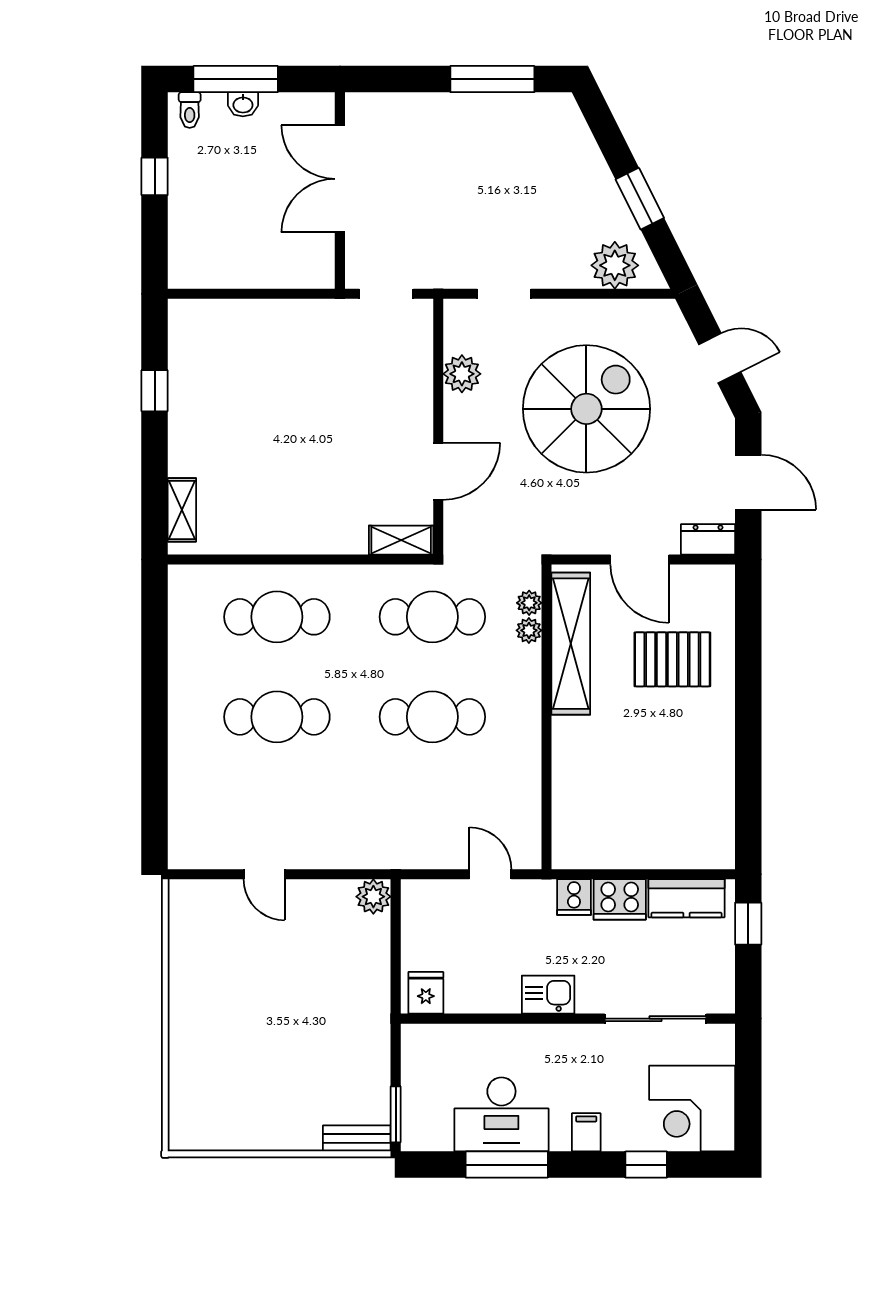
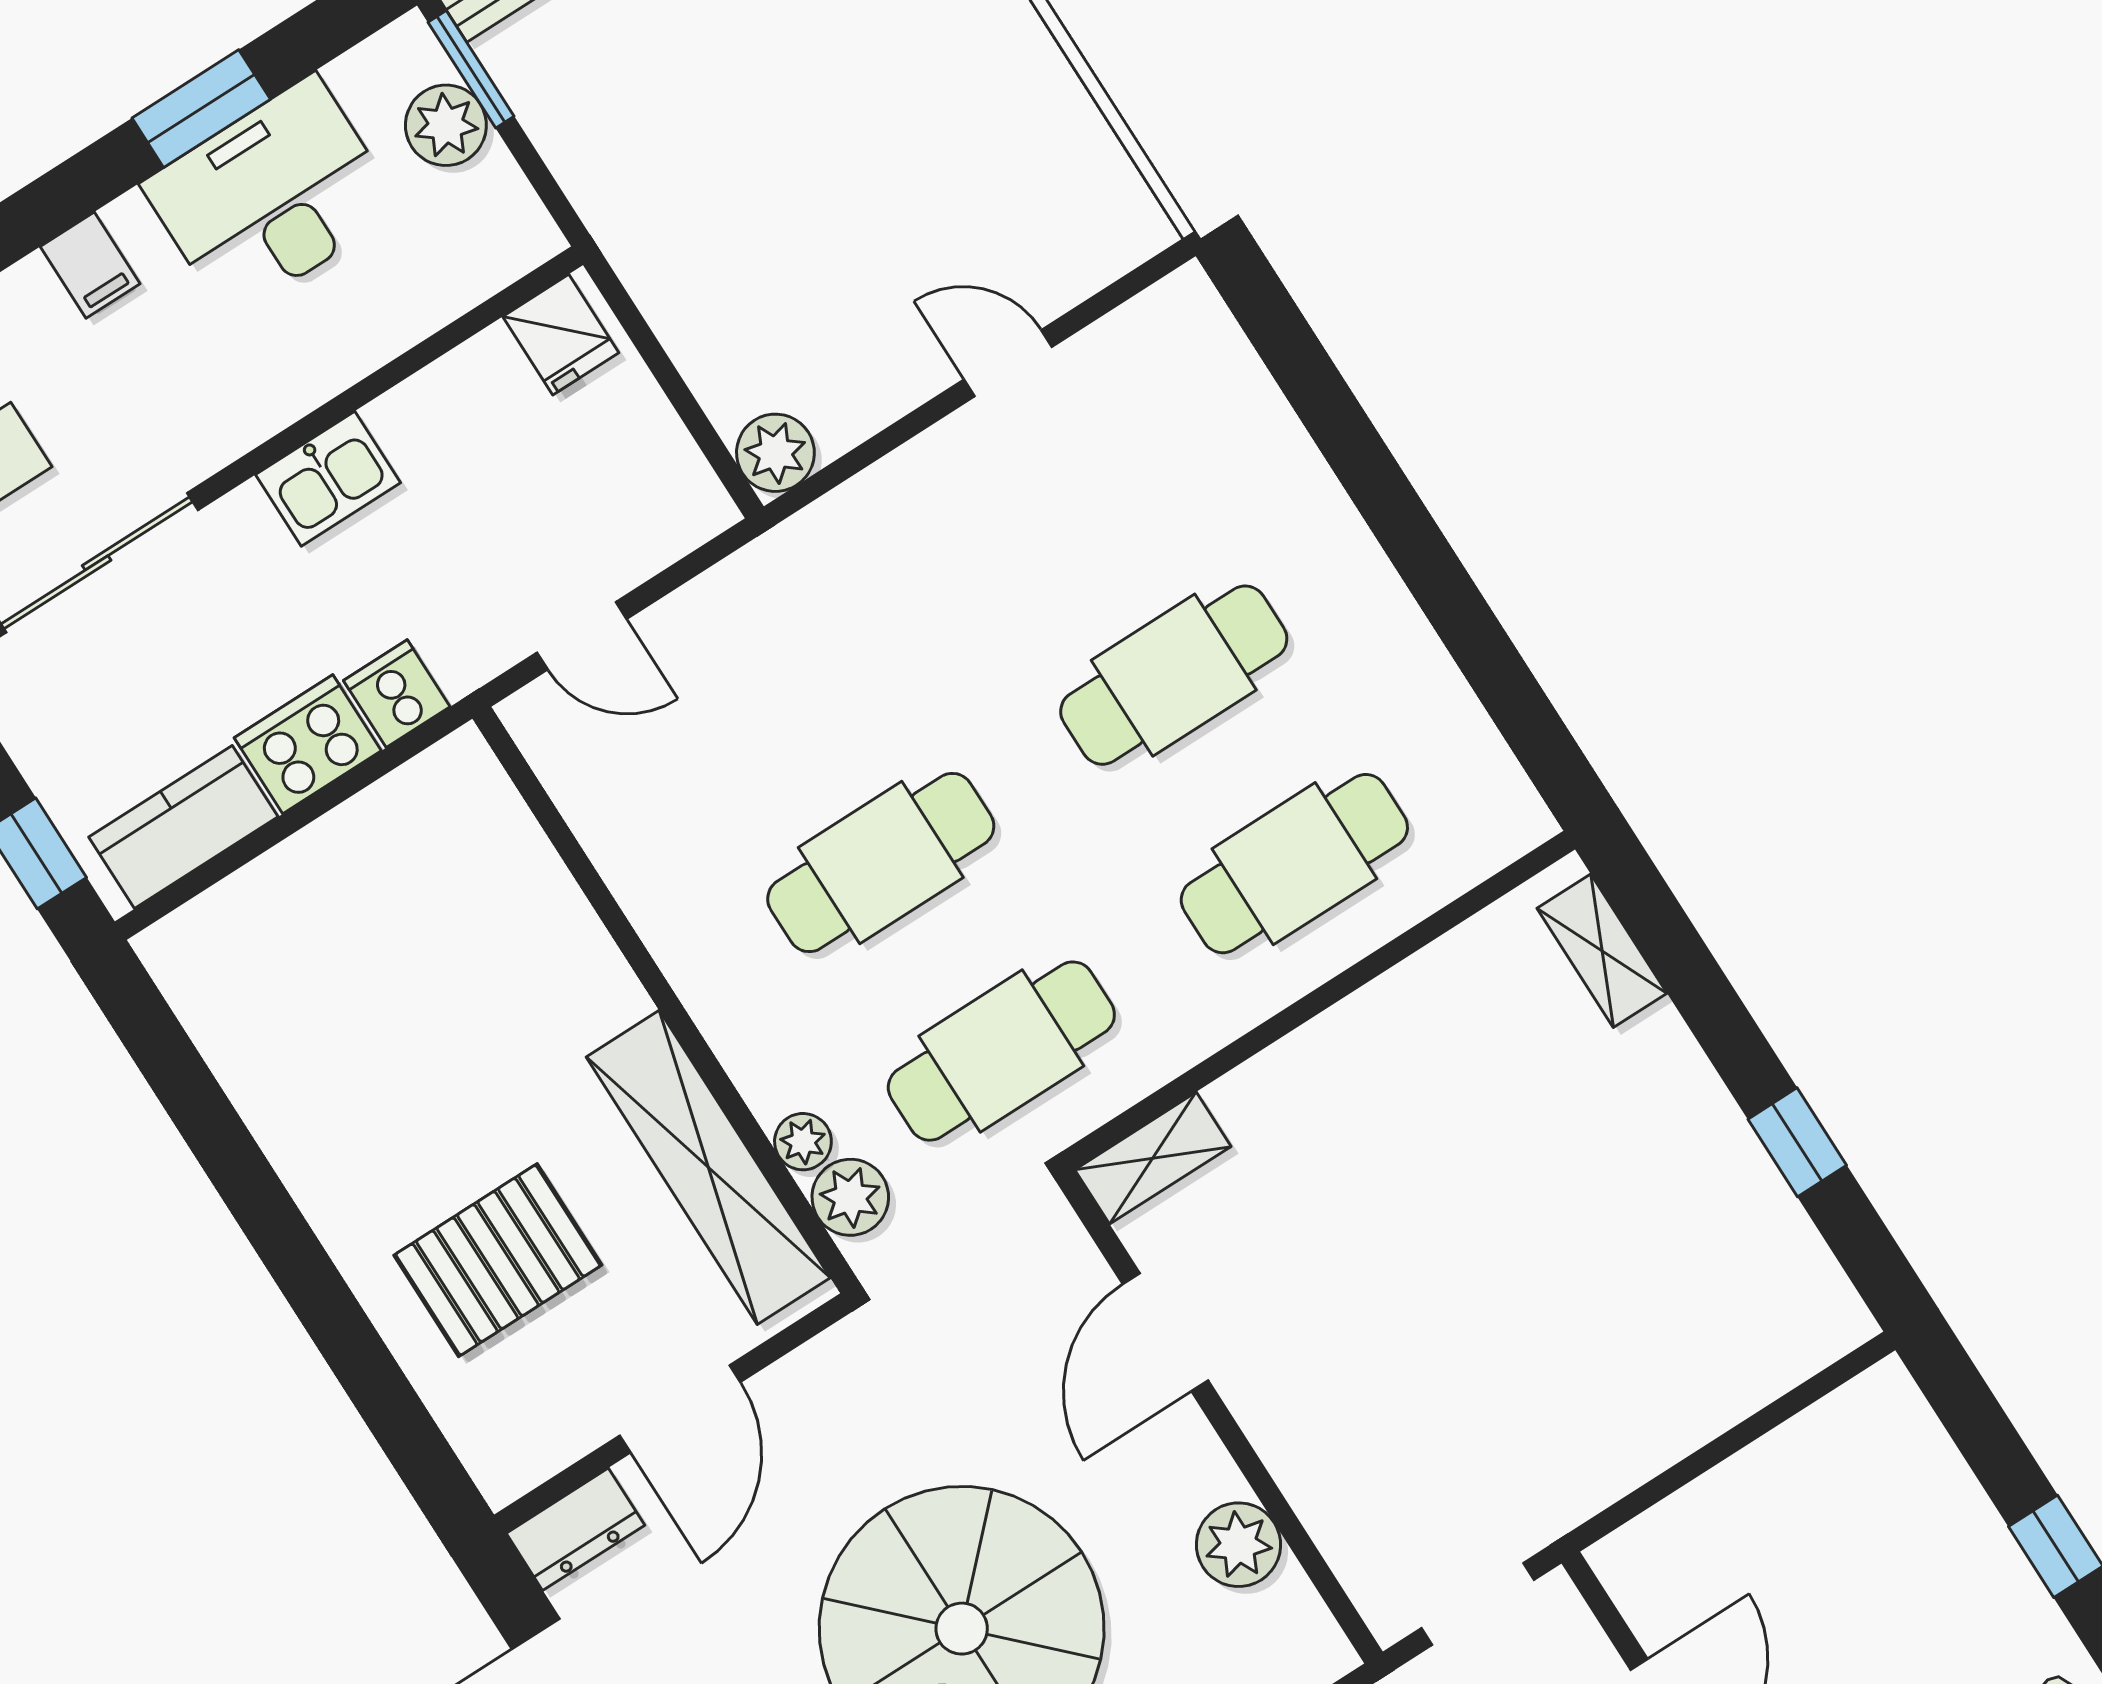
door: (640, 559) -> (680, 1409), swing flipped
plant: (529, 603) -> (850, 1197), width x1.38, depth x1.38
plant: (419, 1099) -> (446, 125), added
window: (507, 1165) -> (201, 109), width x0.69

